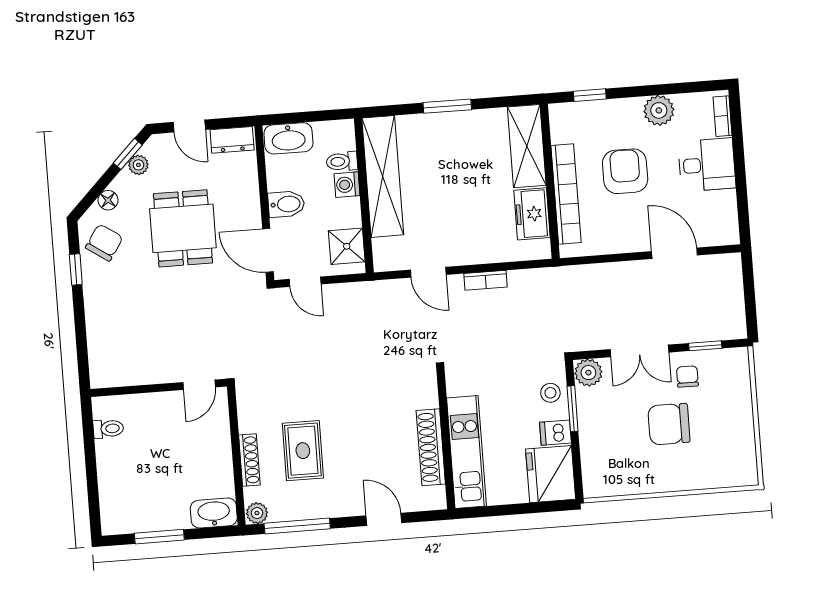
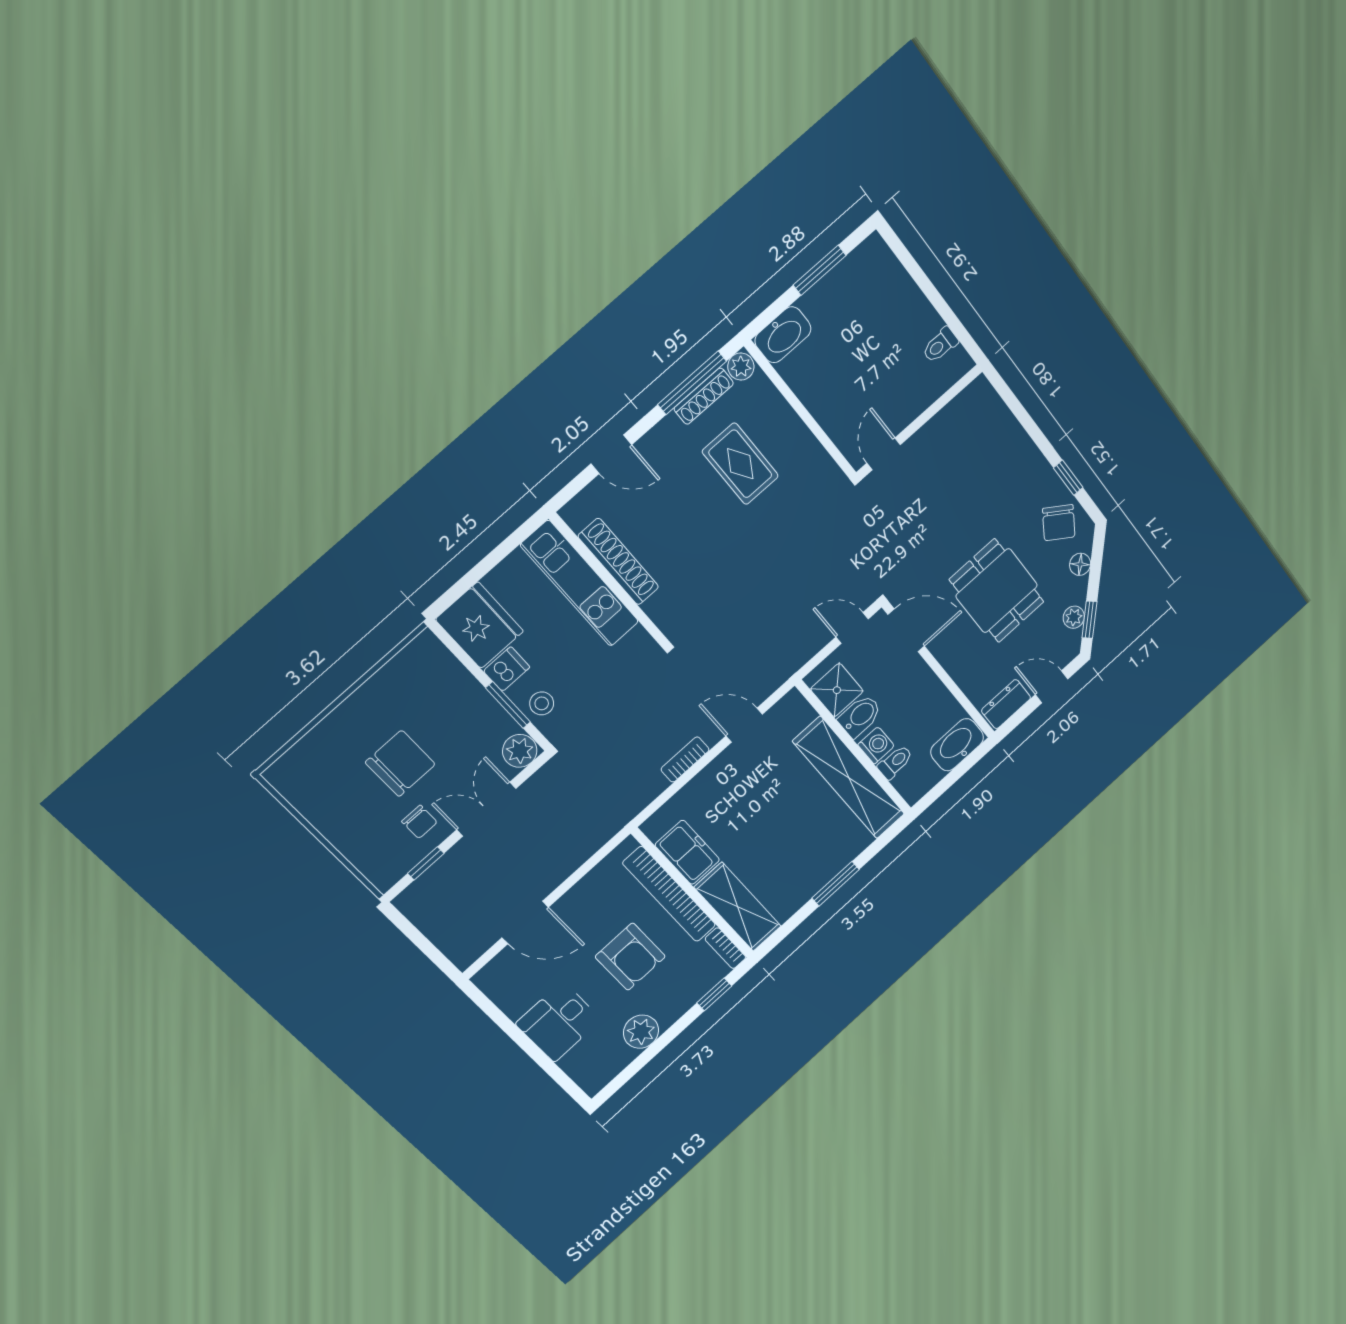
bookcase: (723, 116) -> (725, 948), moved, turned 180
bidet: (286, 204) -> (860, 716), moved, turned 180
shoe rack: (249, 460) -> (704, 396), moved, turned -90

